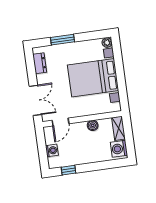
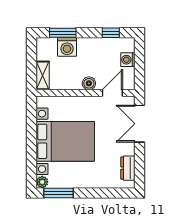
window: (63, 40) -> (58, 193), moved
boiler: (93, 125) -> (89, 83), moved
washing machine: (119, 149) -> (67, 47), moved, turned 90
window: (107, 165) -> (63, 33), added

